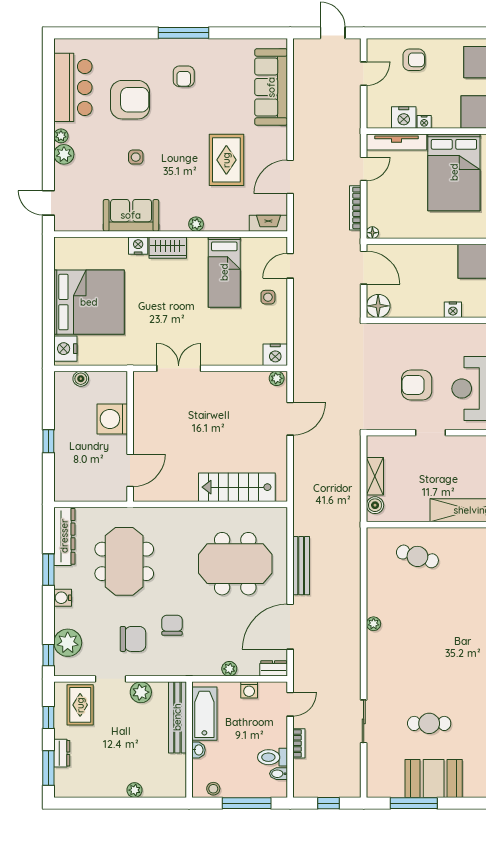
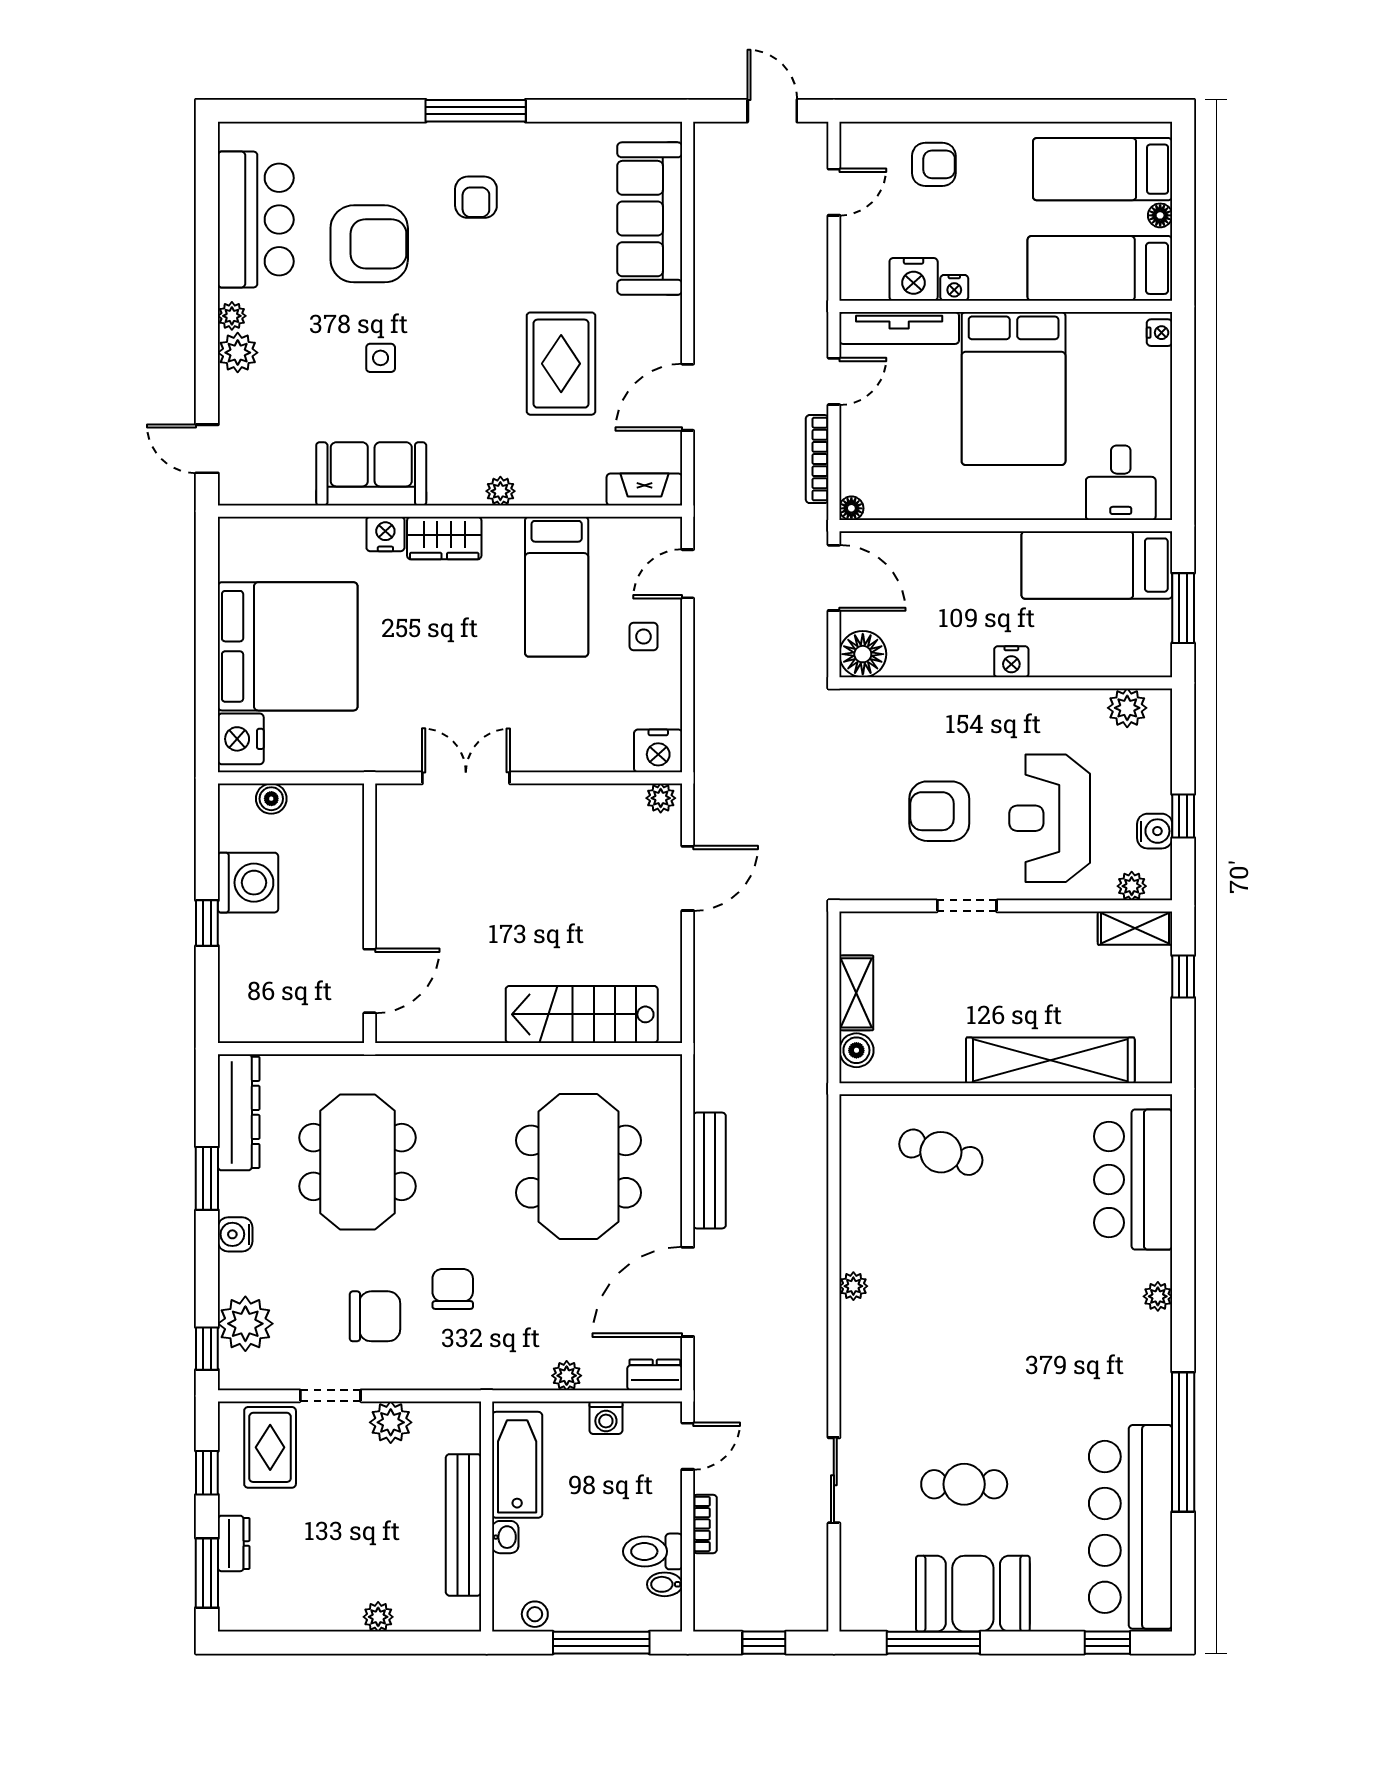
washing machine: (112, 419) -> (248, 883), moved, turned 180
meeting table: (235, 564) -> (578, 1167), turned 90
bench: (177, 717) -> (463, 1525), moved

